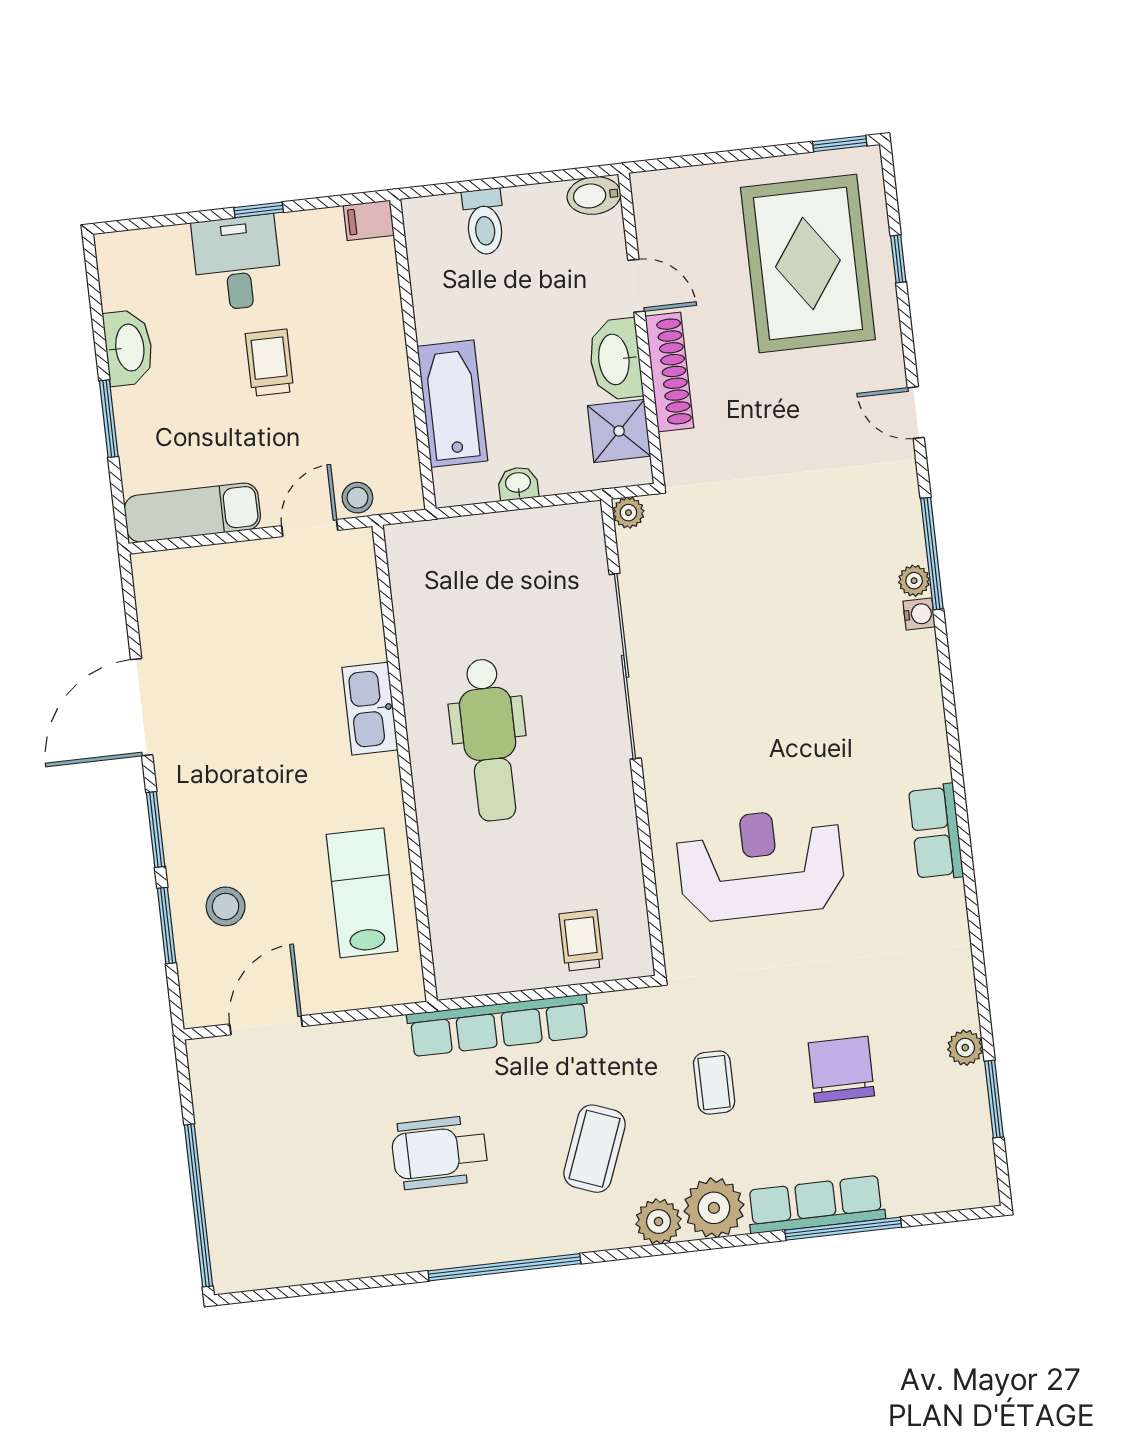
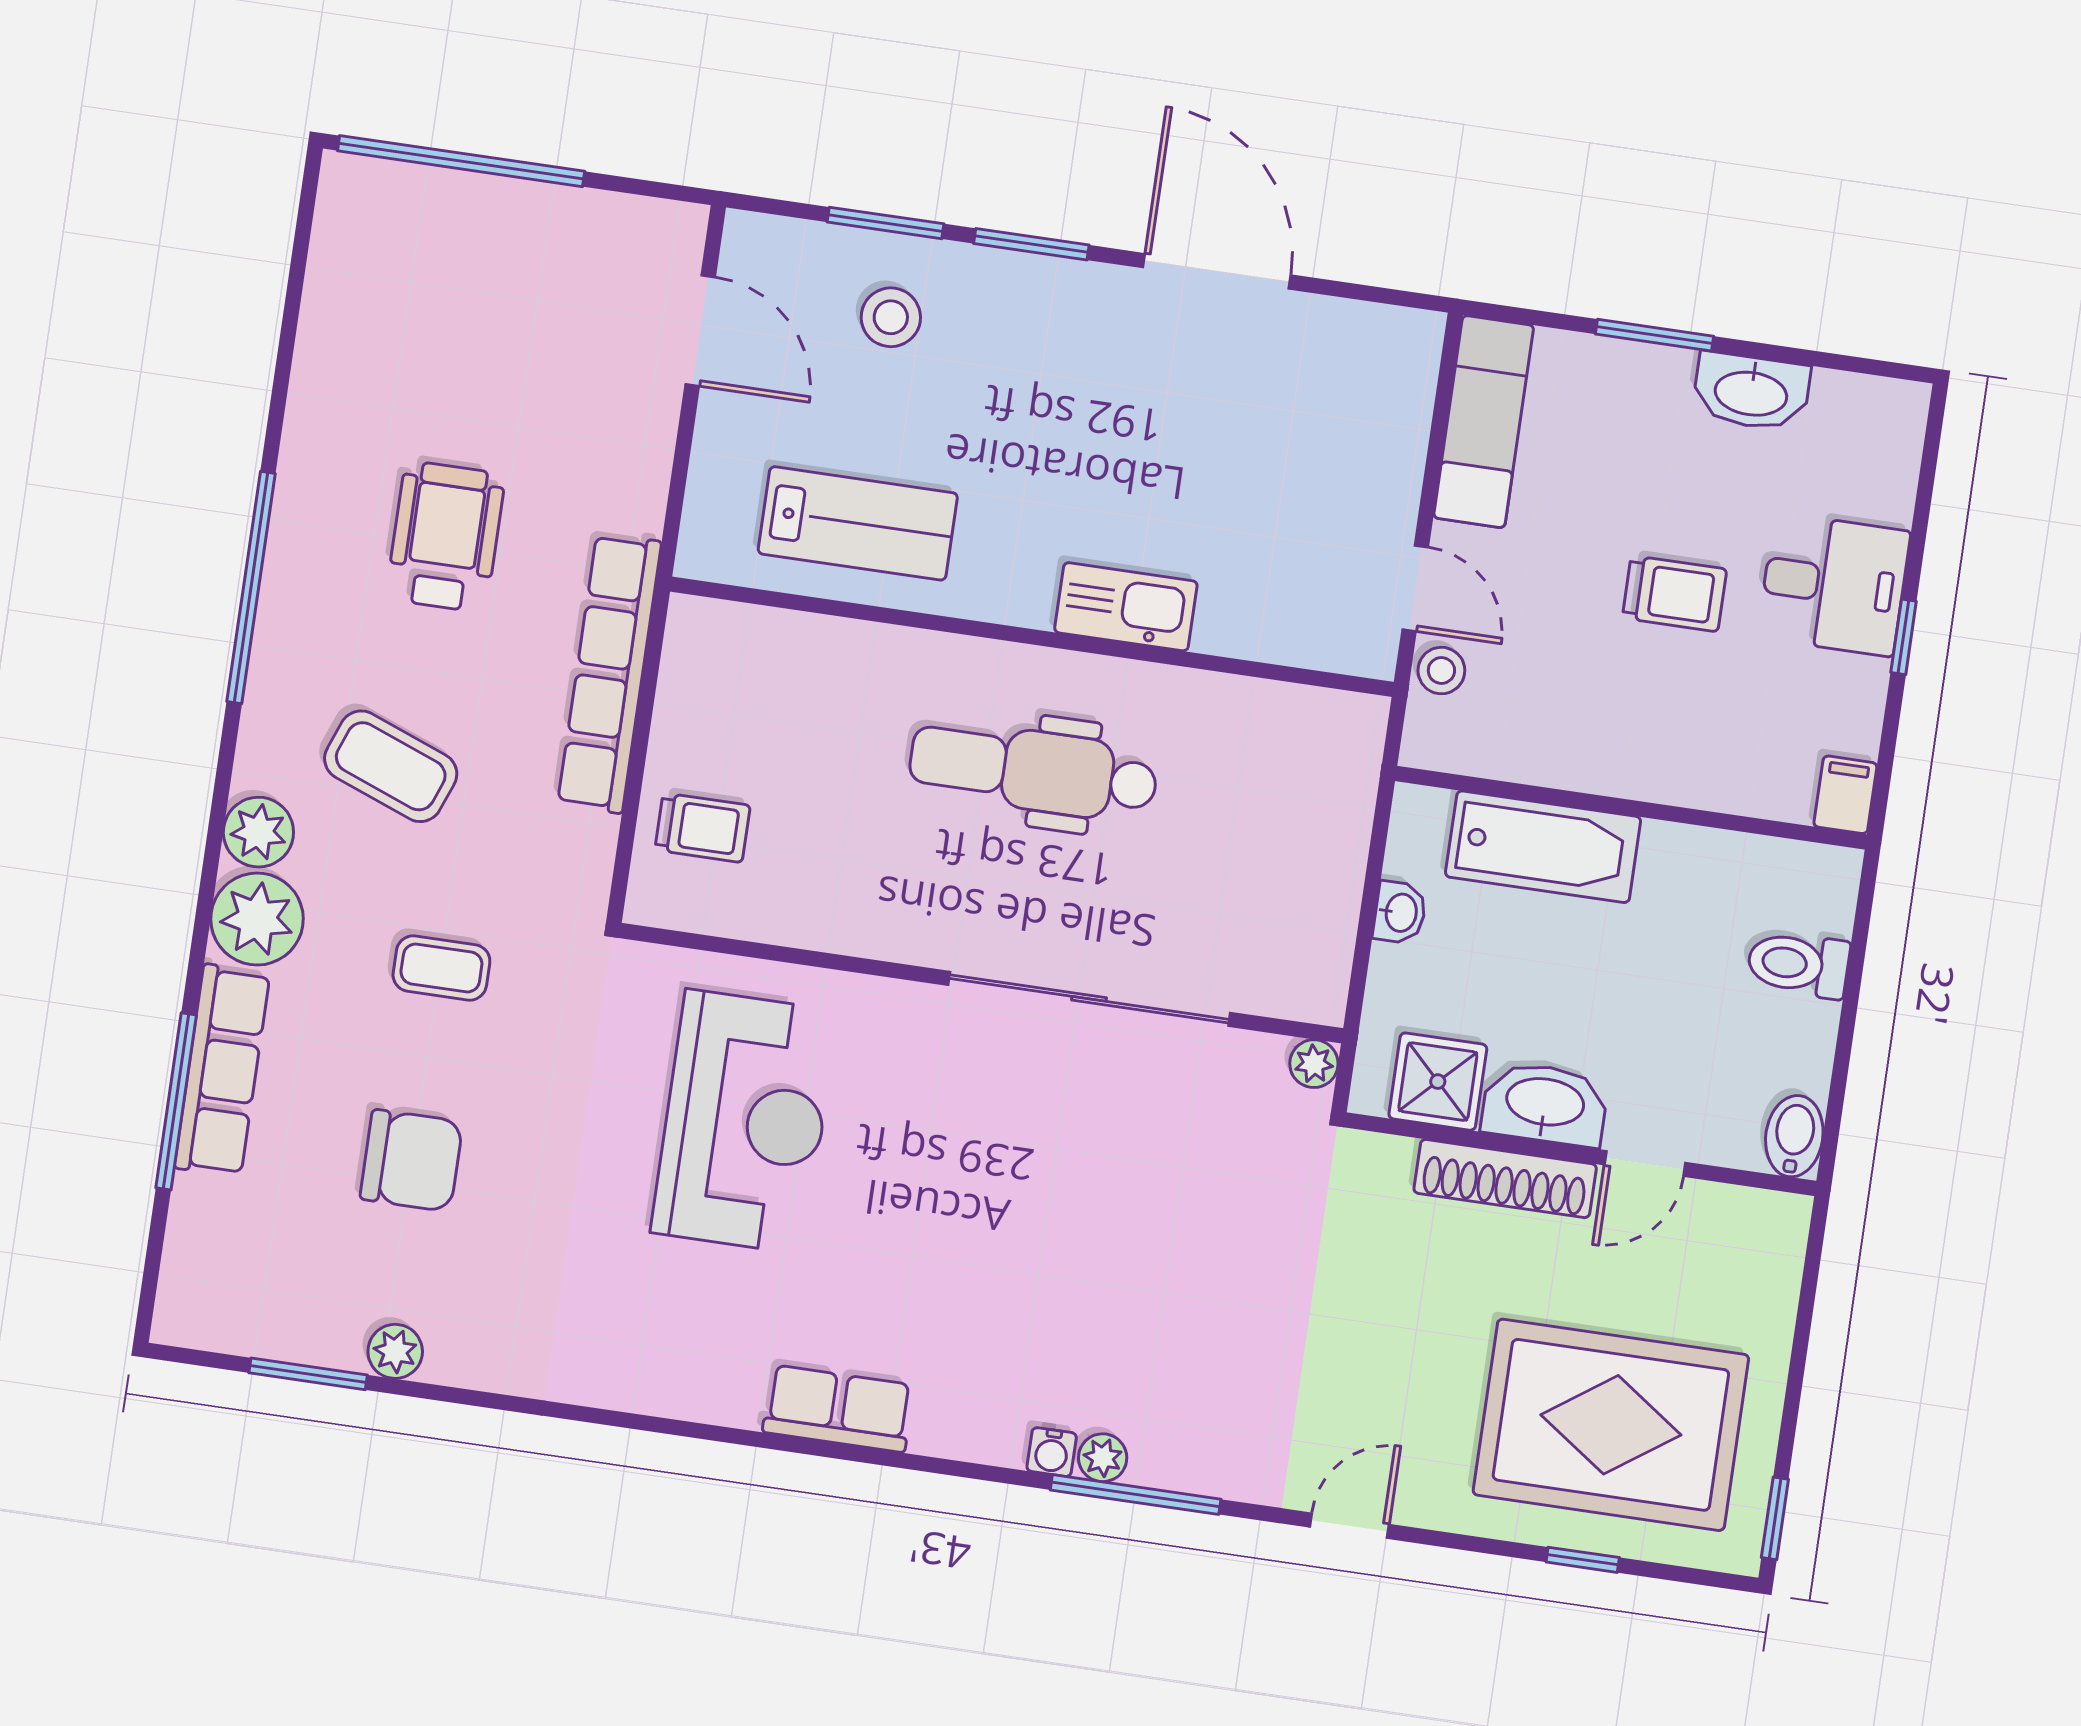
row of seats: (936, 832) -> (838, 1409), moved

